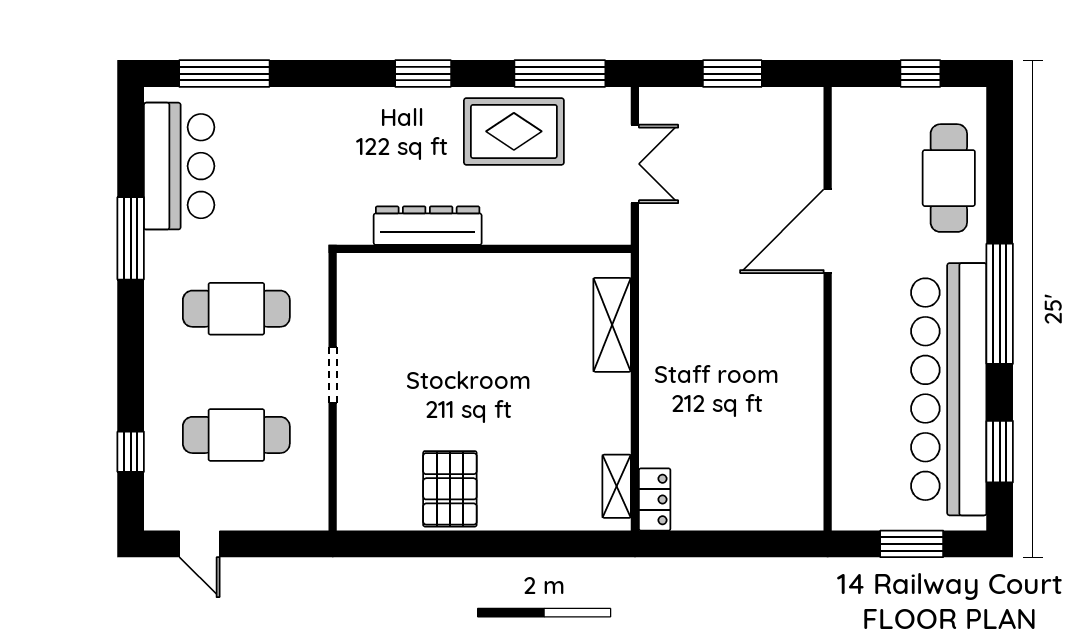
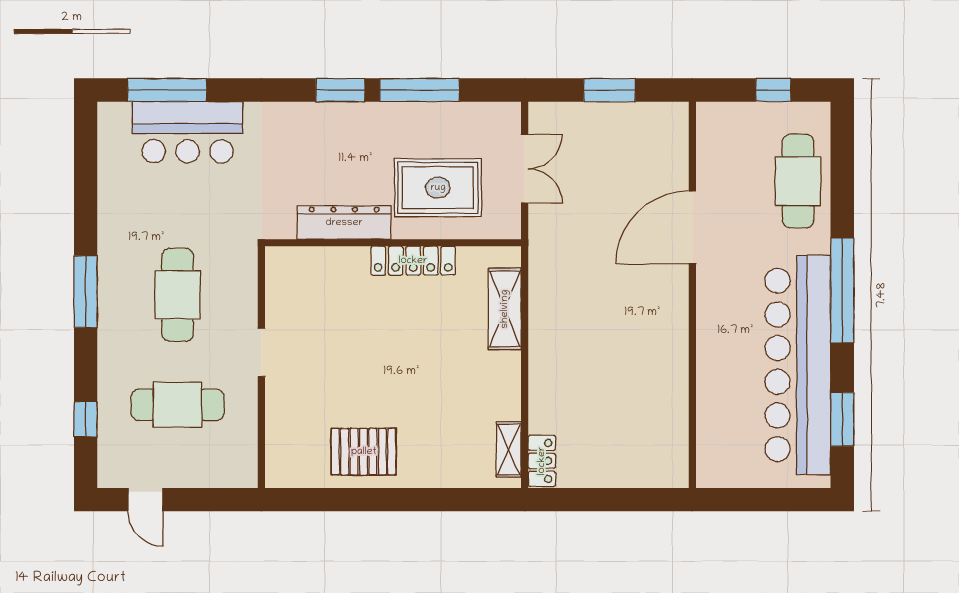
window: (560, 74) -> (420, 90), moved
rug: (514, 131) -> (438, 188), moved
bar counter: (179, 166) -> (188, 132), moved, turned 90
window: (131, 238) -> (86, 292), moved
locker: (507, 270) -> (413, 261), added
cafe table: (236, 309) -> (178, 295), turned 90
pallet: (450, 489) -> (364, 452), turned 90
window: (912, 544) -> (766, 500), removed

